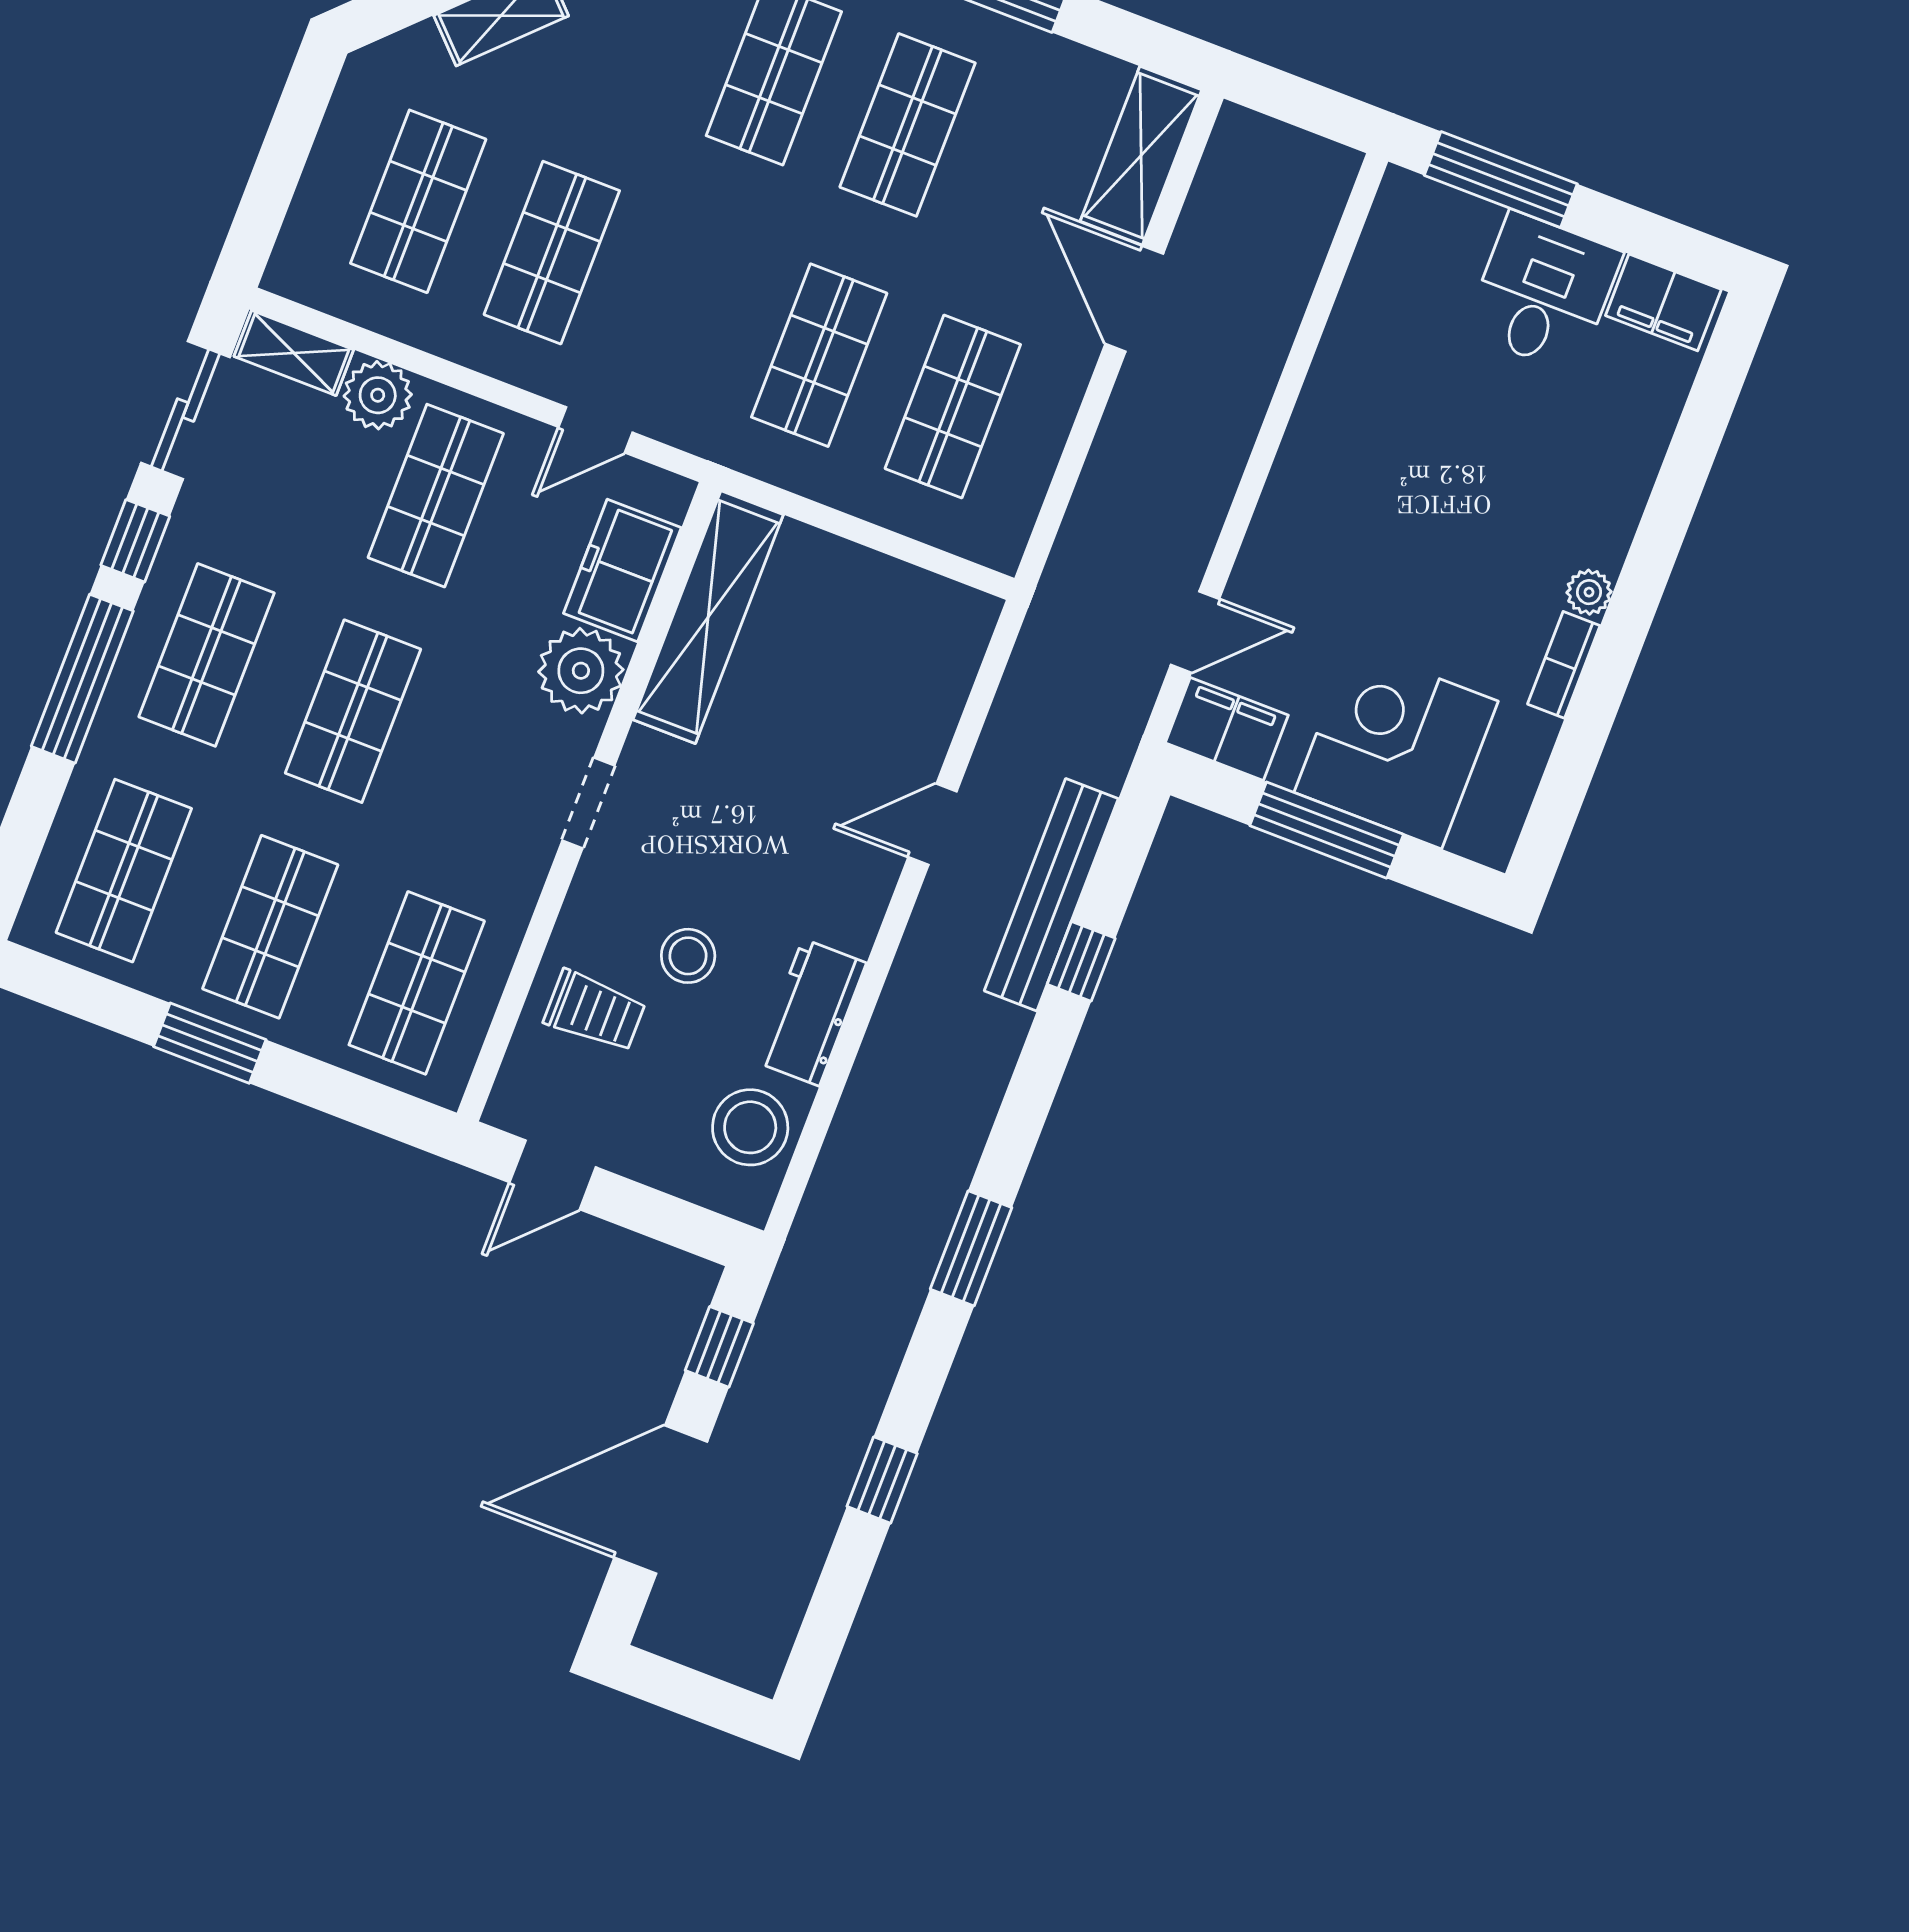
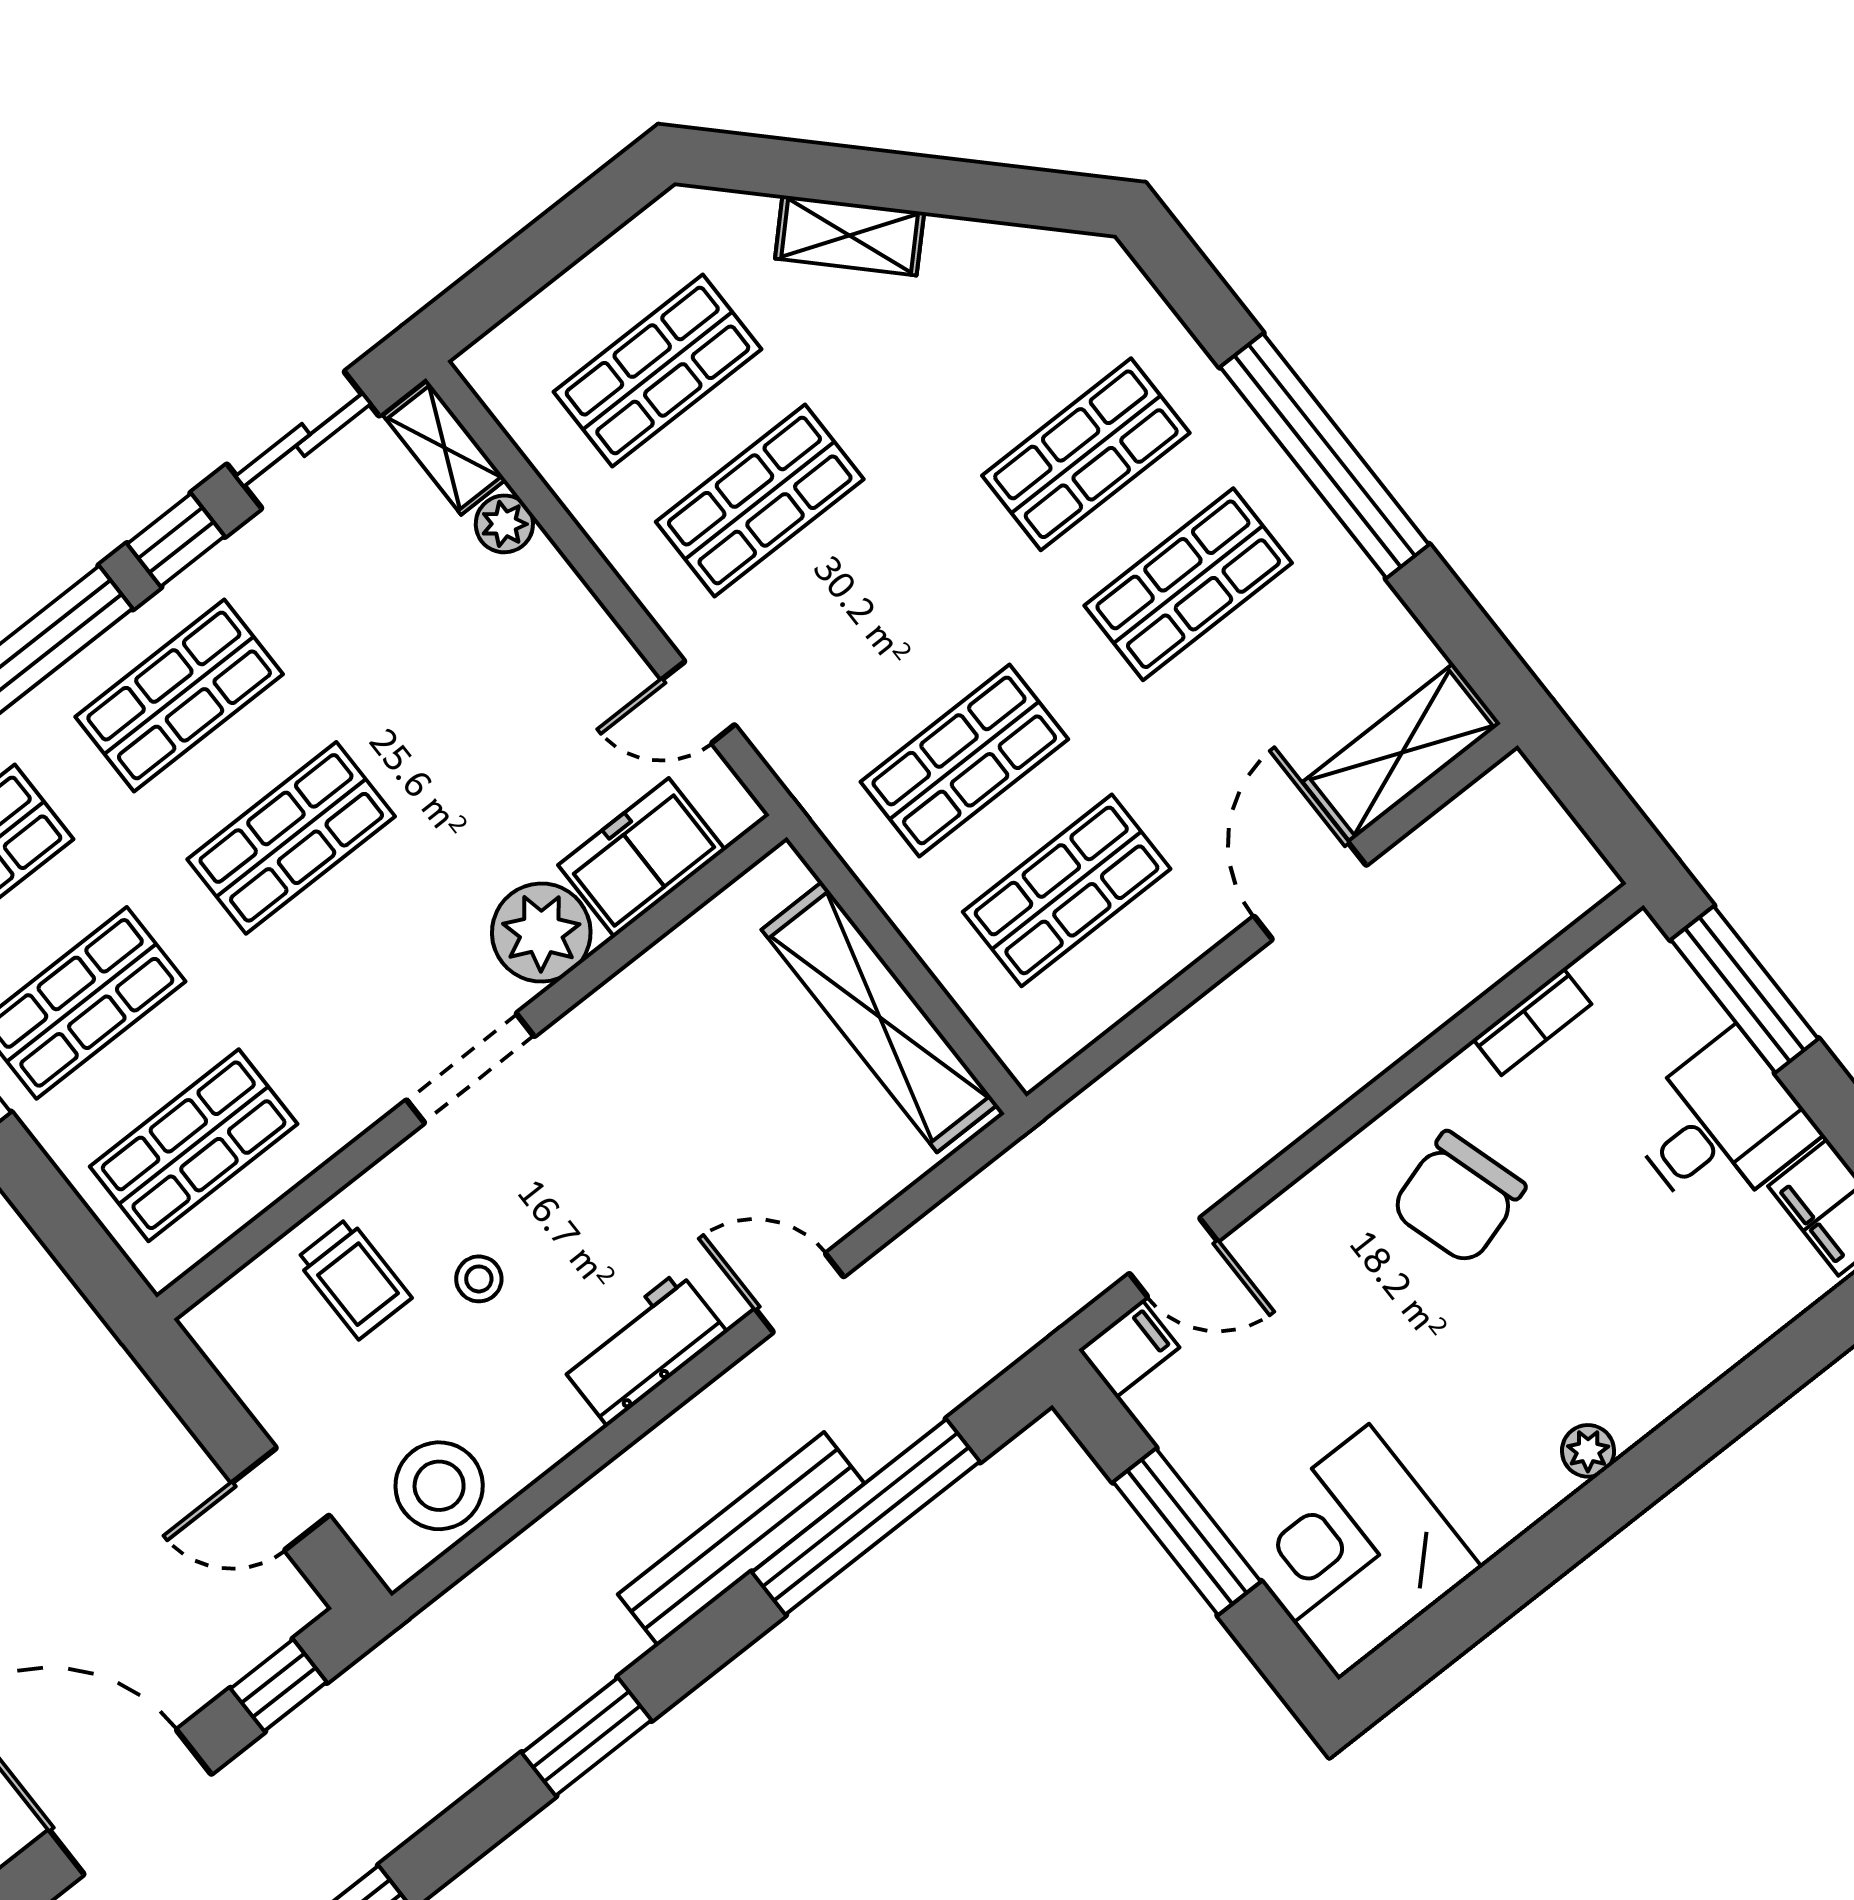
plant: (378, 395) -> (504, 524), width x0.73, depth x0.73
chair: (1380, 462) -> (1458, 1198), added
shop shelf: (436, 496) -> (501, 673), removed
shelving: (708, 617) -> (880, 1017), moved, turned 90
bookcase: (1564, 665) -> (1532, 1022), moved, turned 180
filing cabinet: (1227, 729) -> (1129, 1349), width x0.50
corner desk: (1396, 747) -> (1354, 1552), moved, turned -90
doorway: (588, 803) -> (470, 1068), width x1.38
bench: (1051, 895) -> (741, 1539), moved
stool: (688, 956) -> (479, 1279), width x0.73, depth x0.73
window: (1081, 961) -> (866, 1517), width x3.17
workbench: (811, 1012) -> (643, 1348), moved
door: (553, 1175) -> (280, 1499), moved

